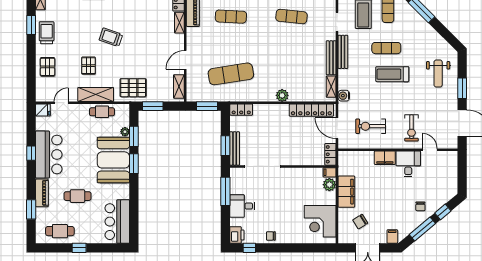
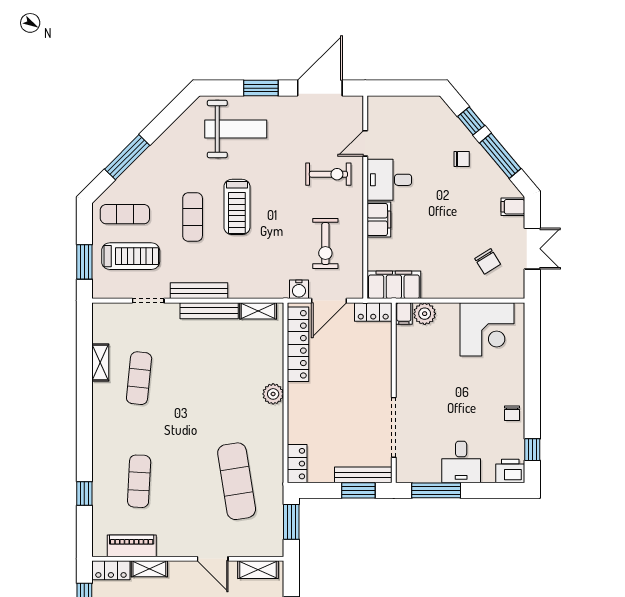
weight bench: (438, 73) -> (236, 129), width x1.36, depth x1.33
water cooler: (344, 96) -> (299, 289), moved
filing cabinet: (346, 192) -> (394, 285), moved

